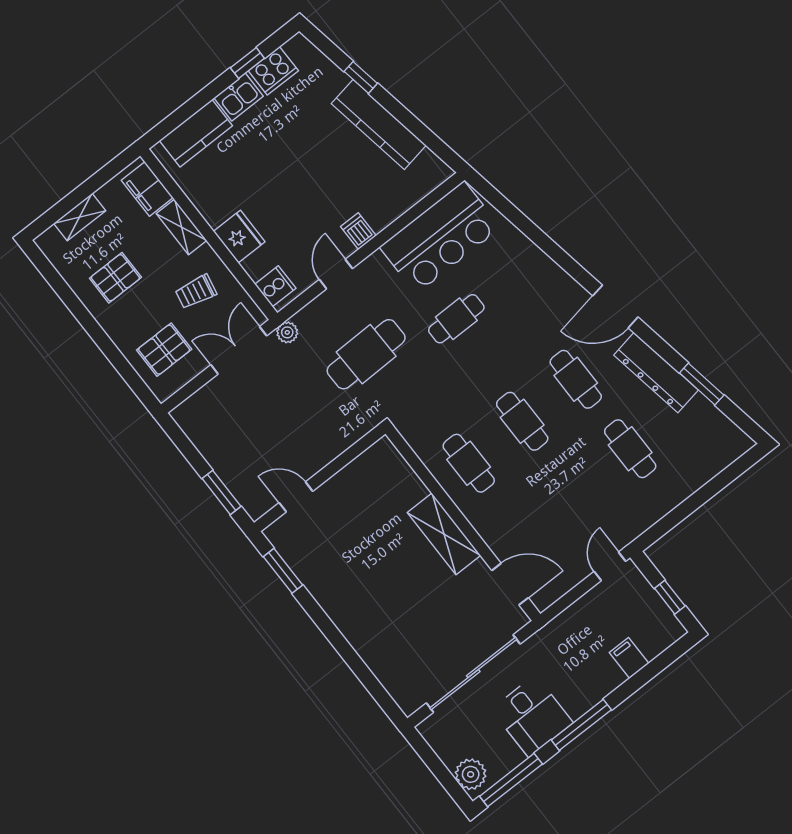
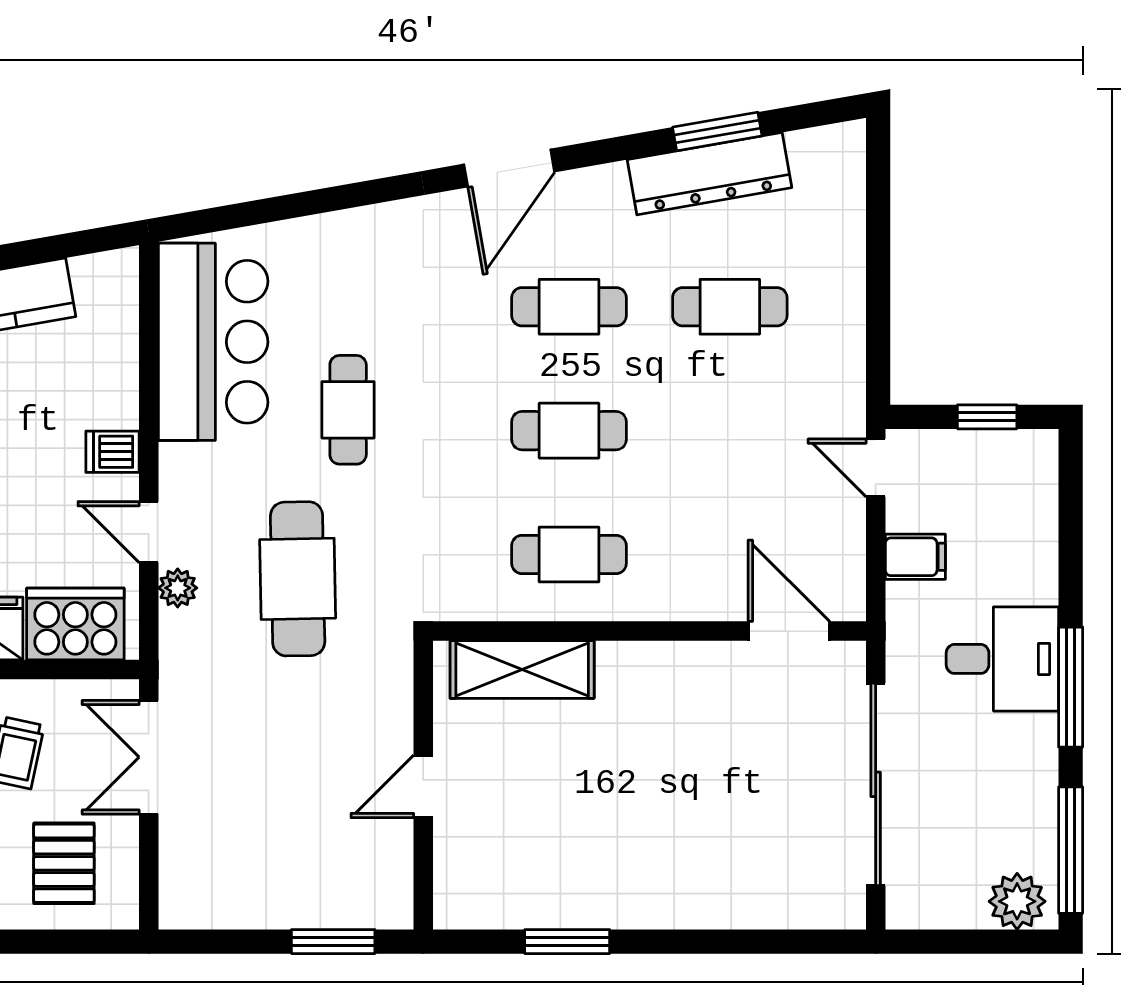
cooker: (275, 286) -> (75, 624), width x1.87, depth x1.31
plant: (287, 332) -> (178, 588), moved
dresser: (656, 373) -> (709, 174), moved
door: (296, 497) -> (423, 786), moved
shelving: (444, 534) -> (522, 669), moved
window: (283, 571) -> (567, 942), moved
door: (510, 584) -> (789, 631), hinge flipped
filing cabinet: (629, 658) -> (915, 557), moved, turned 180
desk: (532, 716) -> (1002, 659), moved

